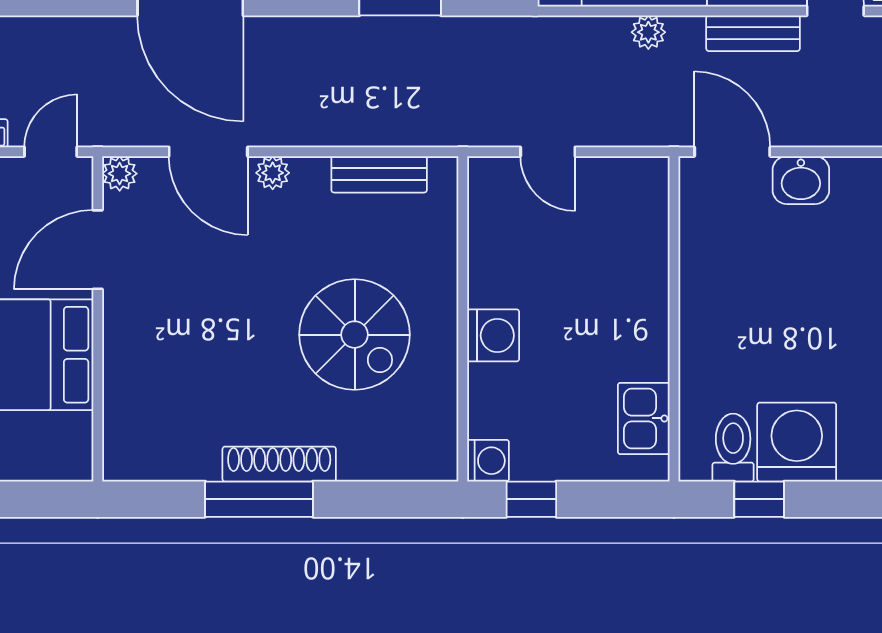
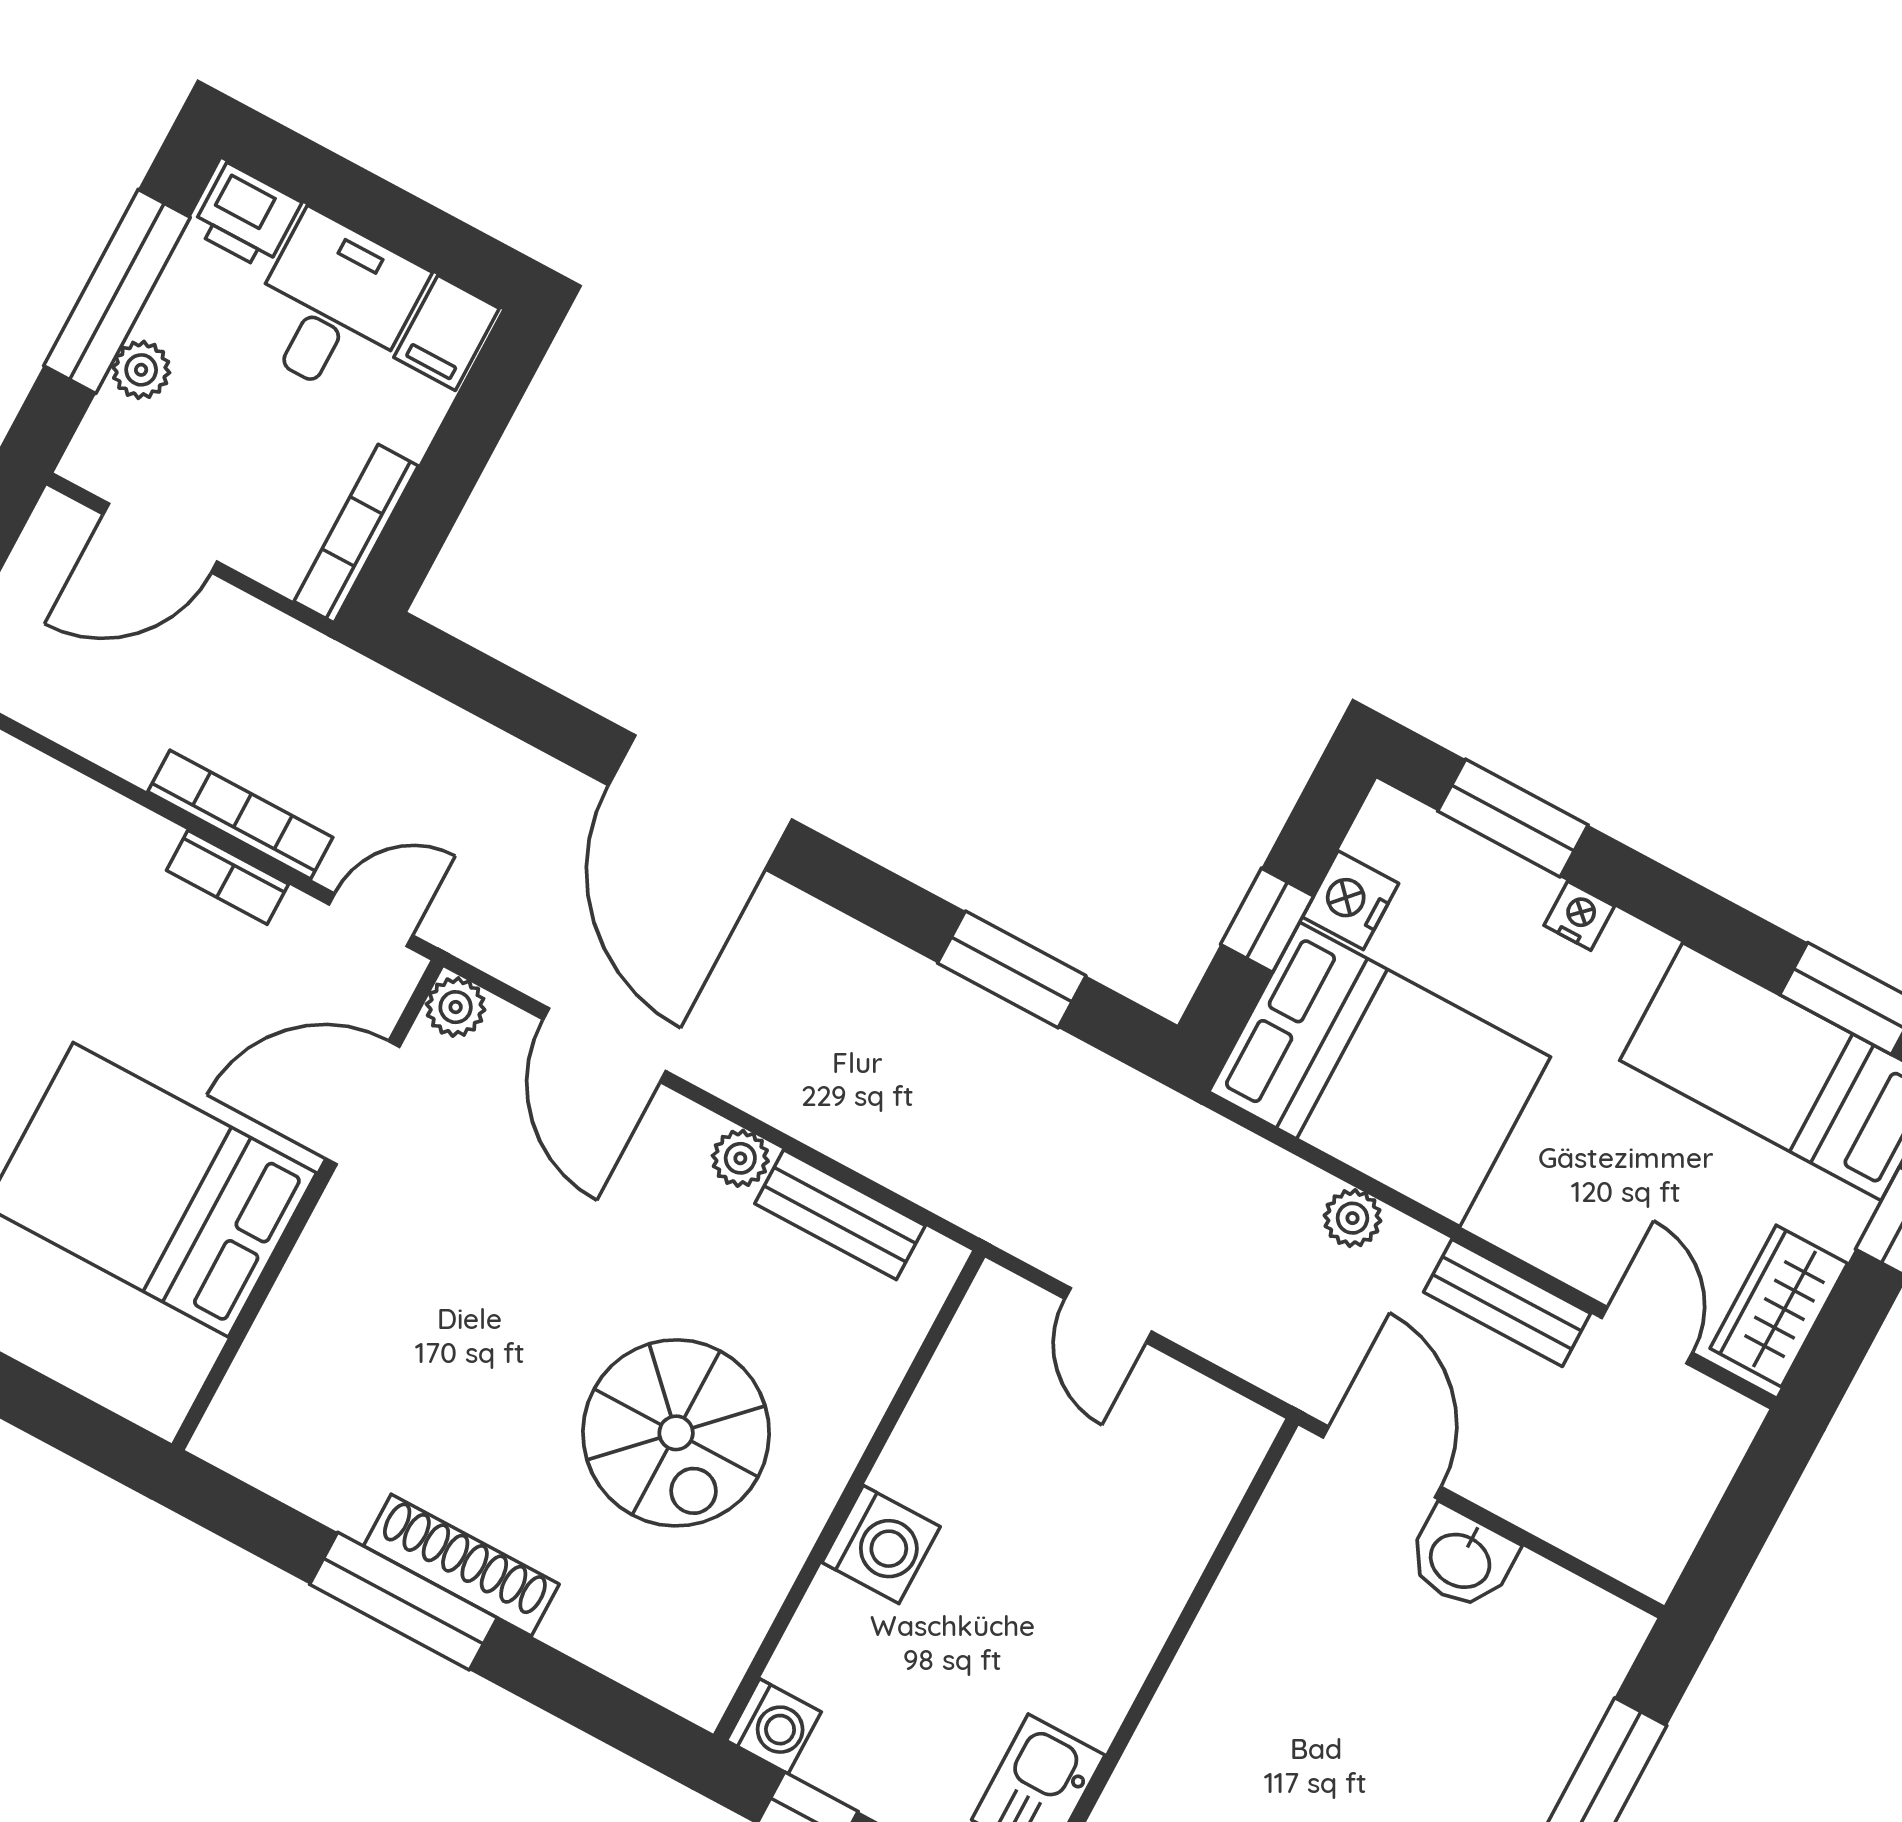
plant: (273, 173) -> (740, 1158), moved

